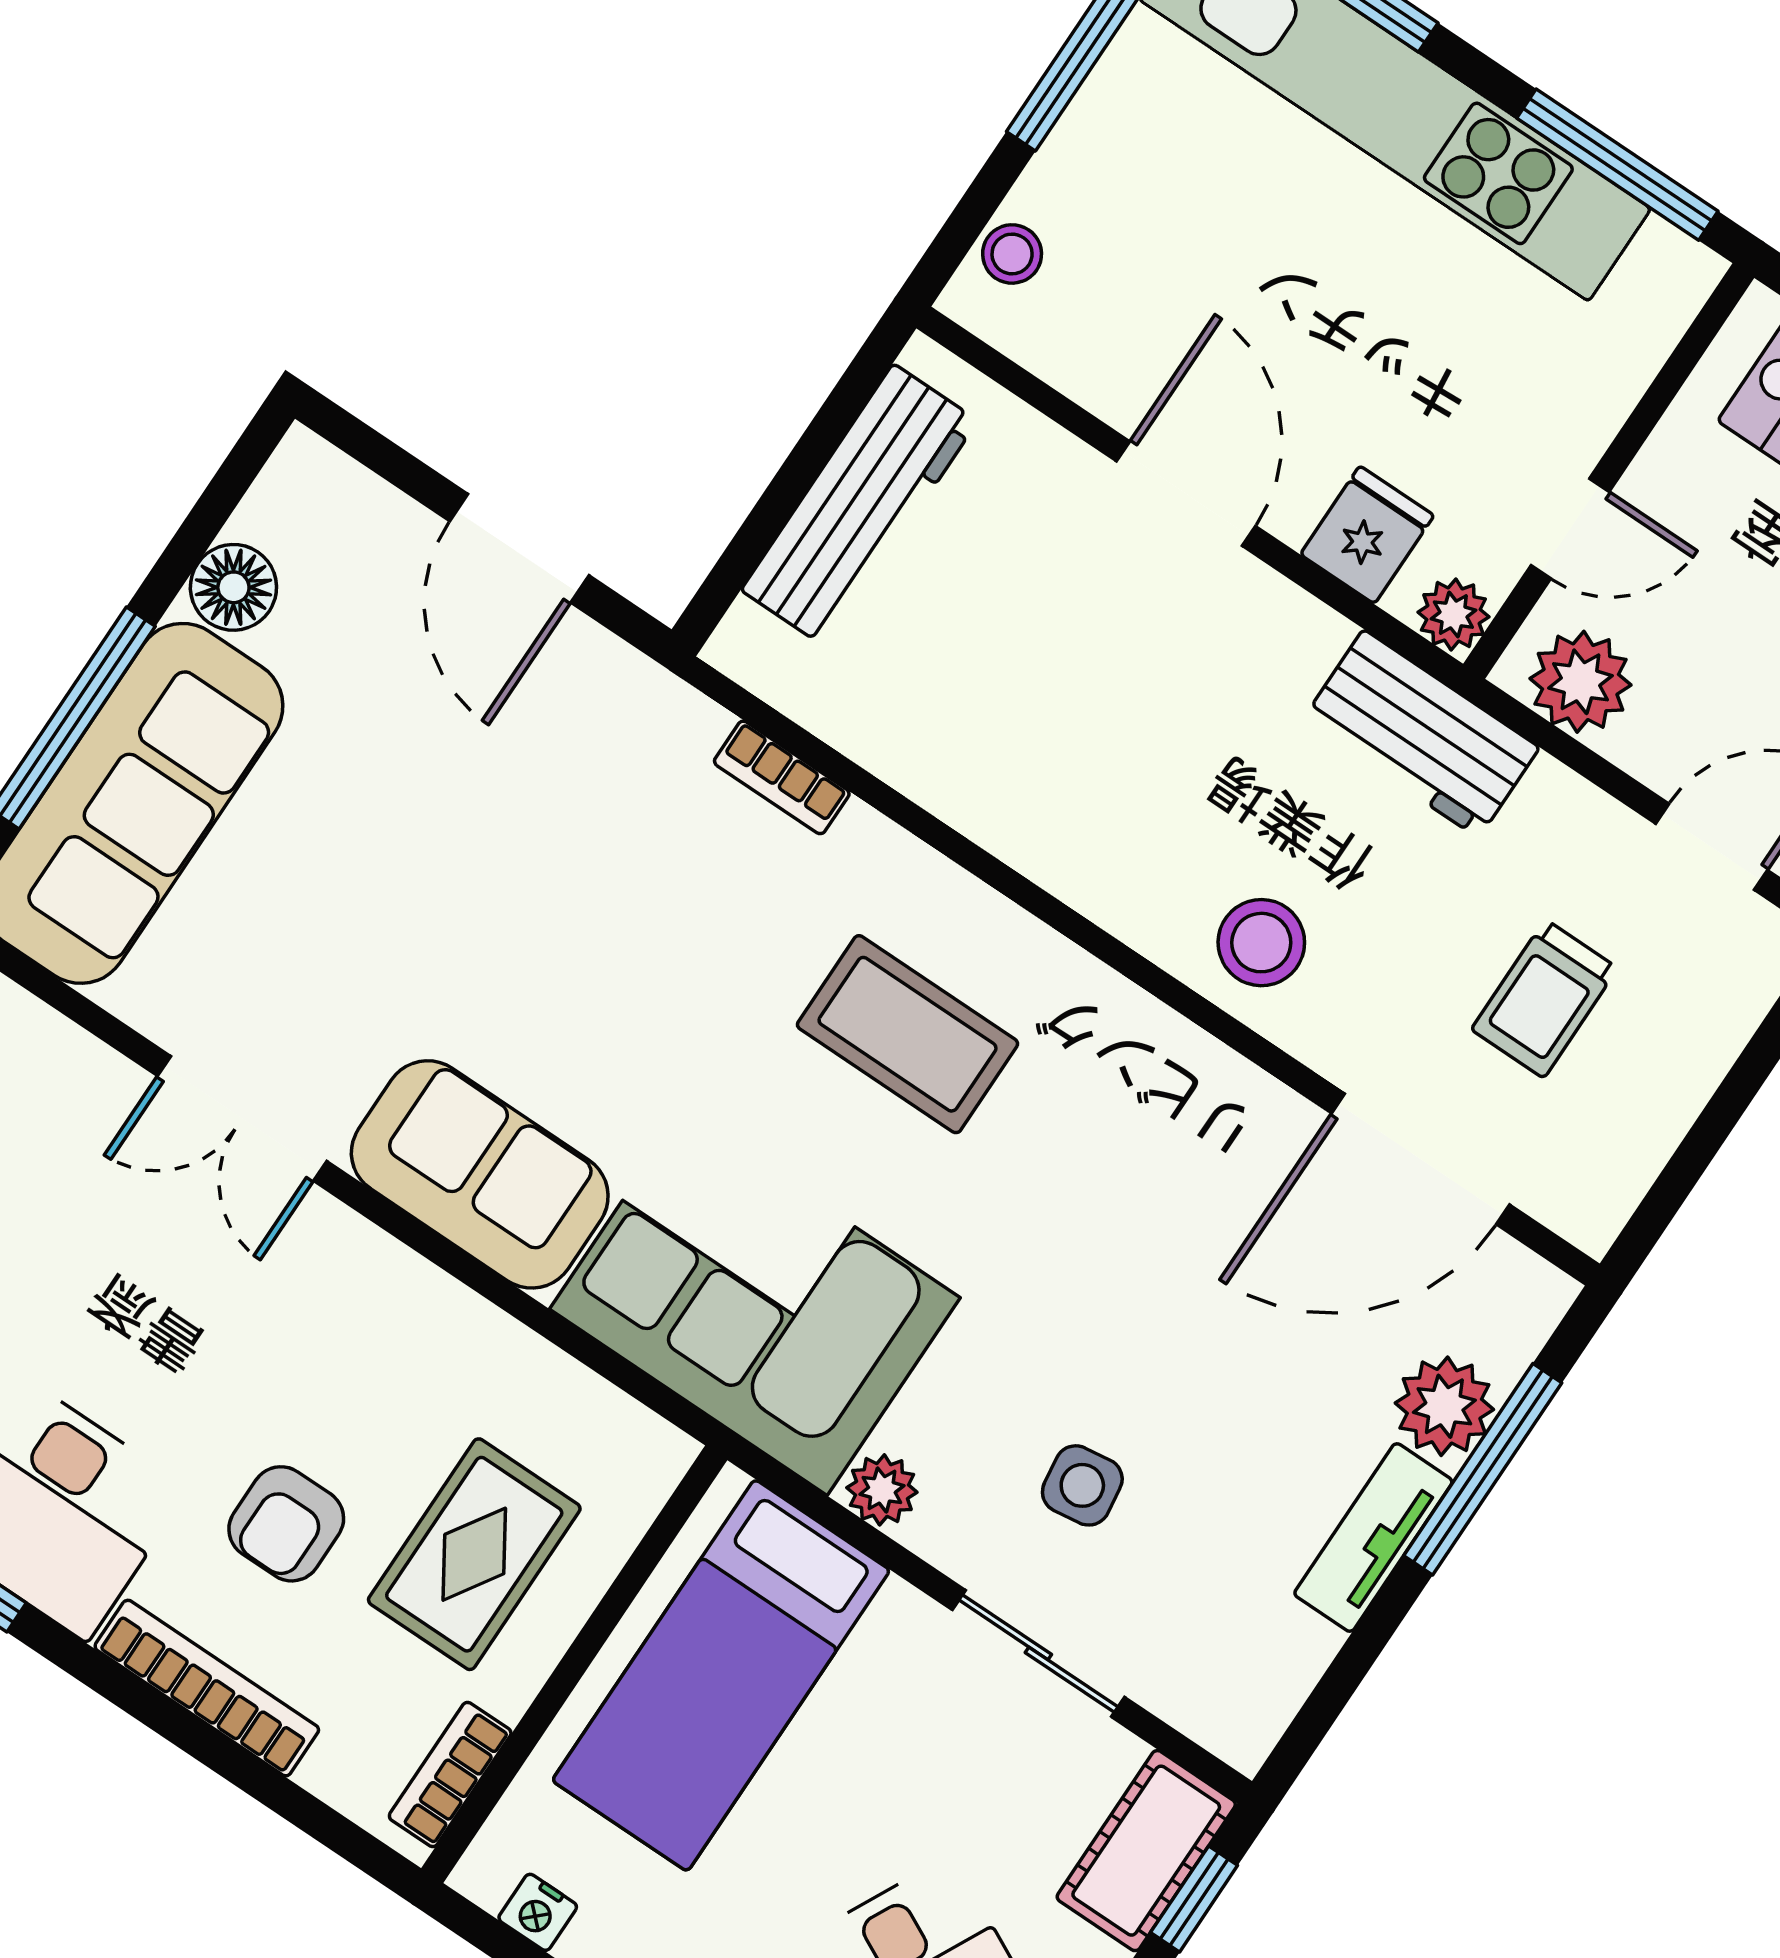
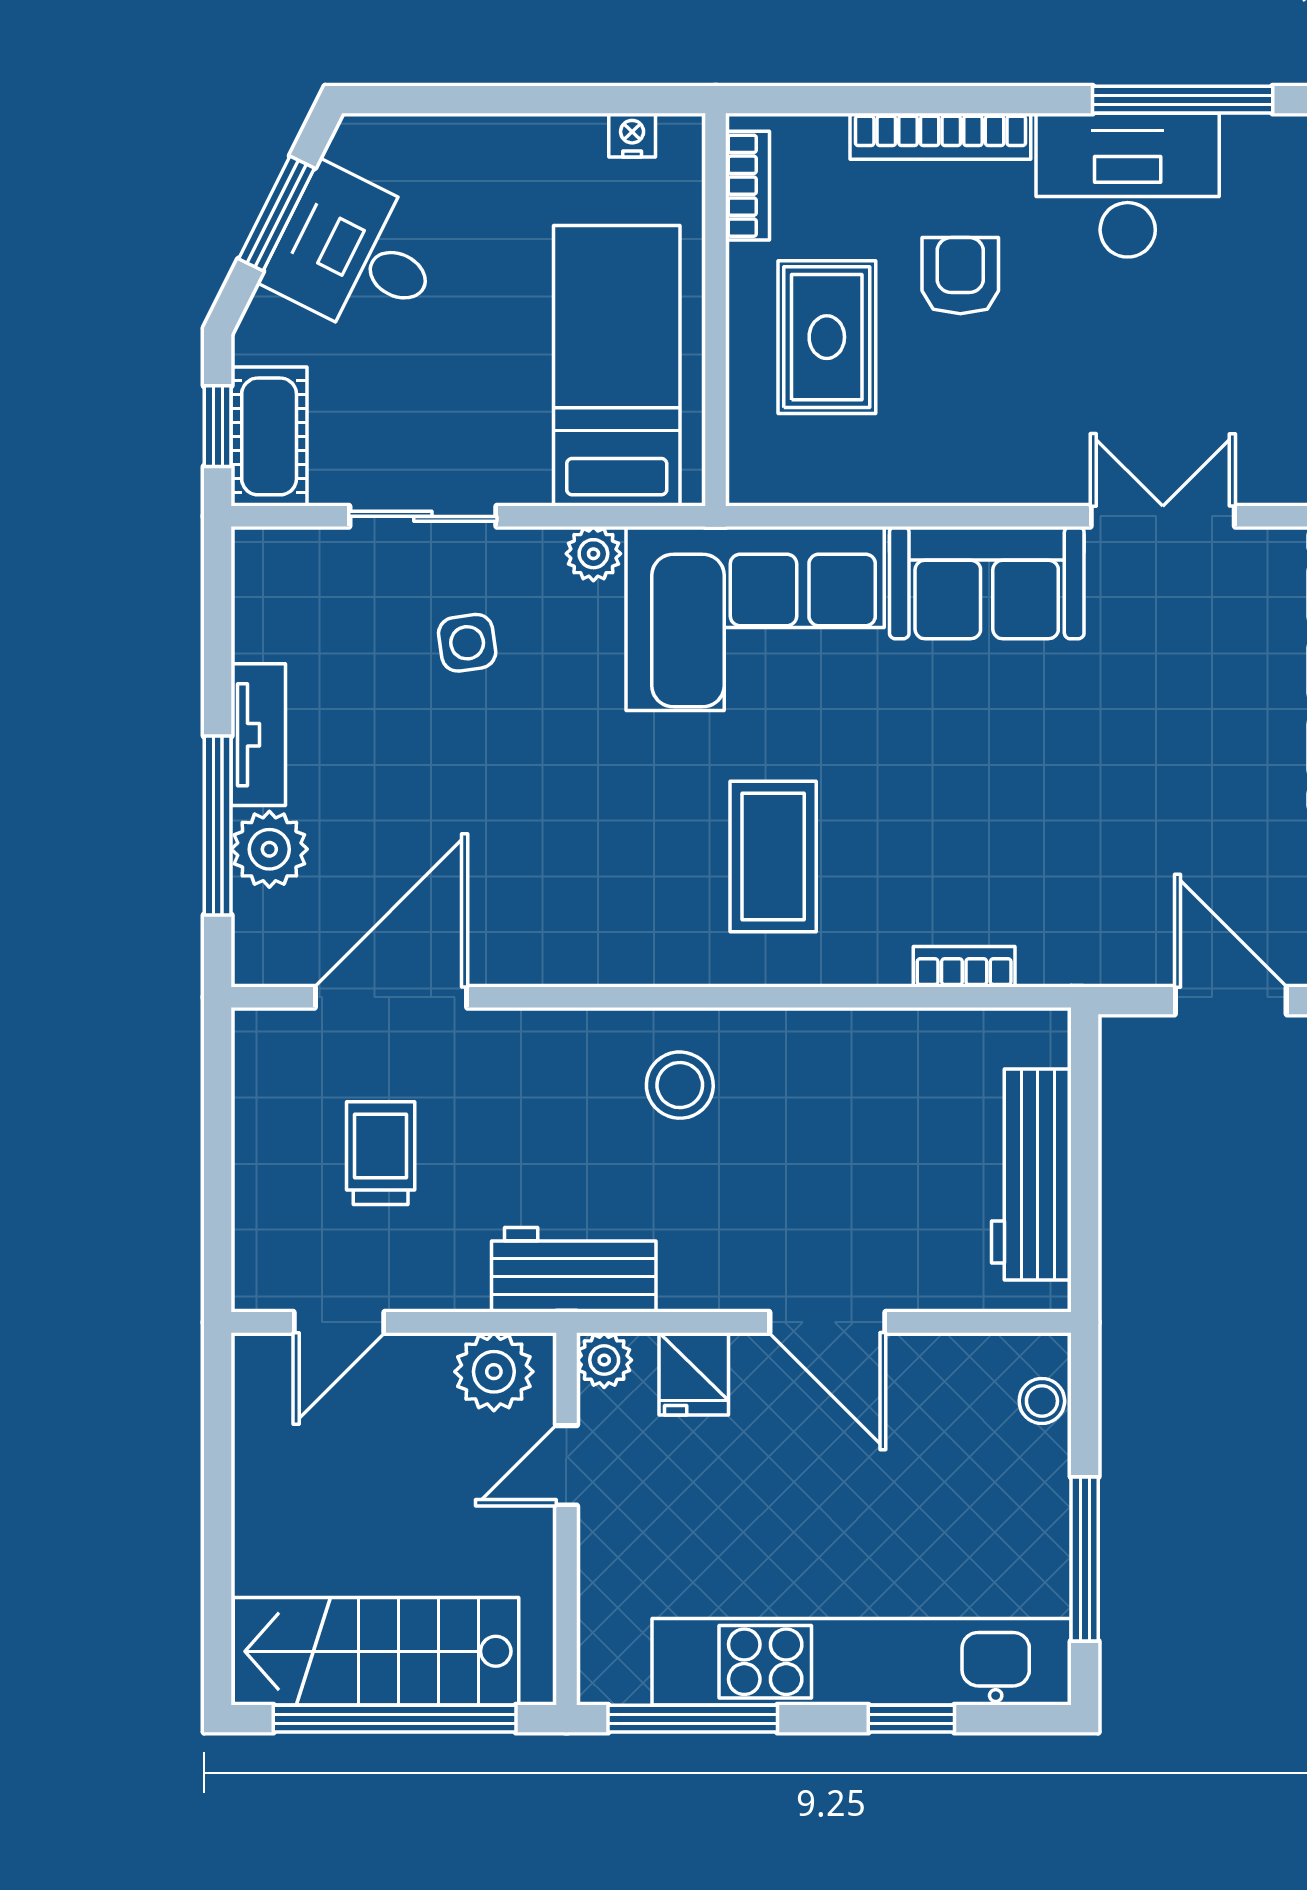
stool: (1261, 943) -> (680, 1085), moved
coffee table: (908, 1034) -> (773, 856), turned 90

